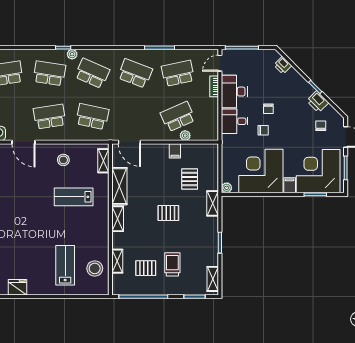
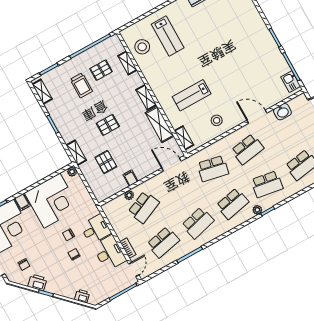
school desk: (92, 73) -> (232, 204), turned -36
school desk: (135, 73) -> (198, 223), turned -36
lab bench: (74, 197) -> (192, 95), turned 180

